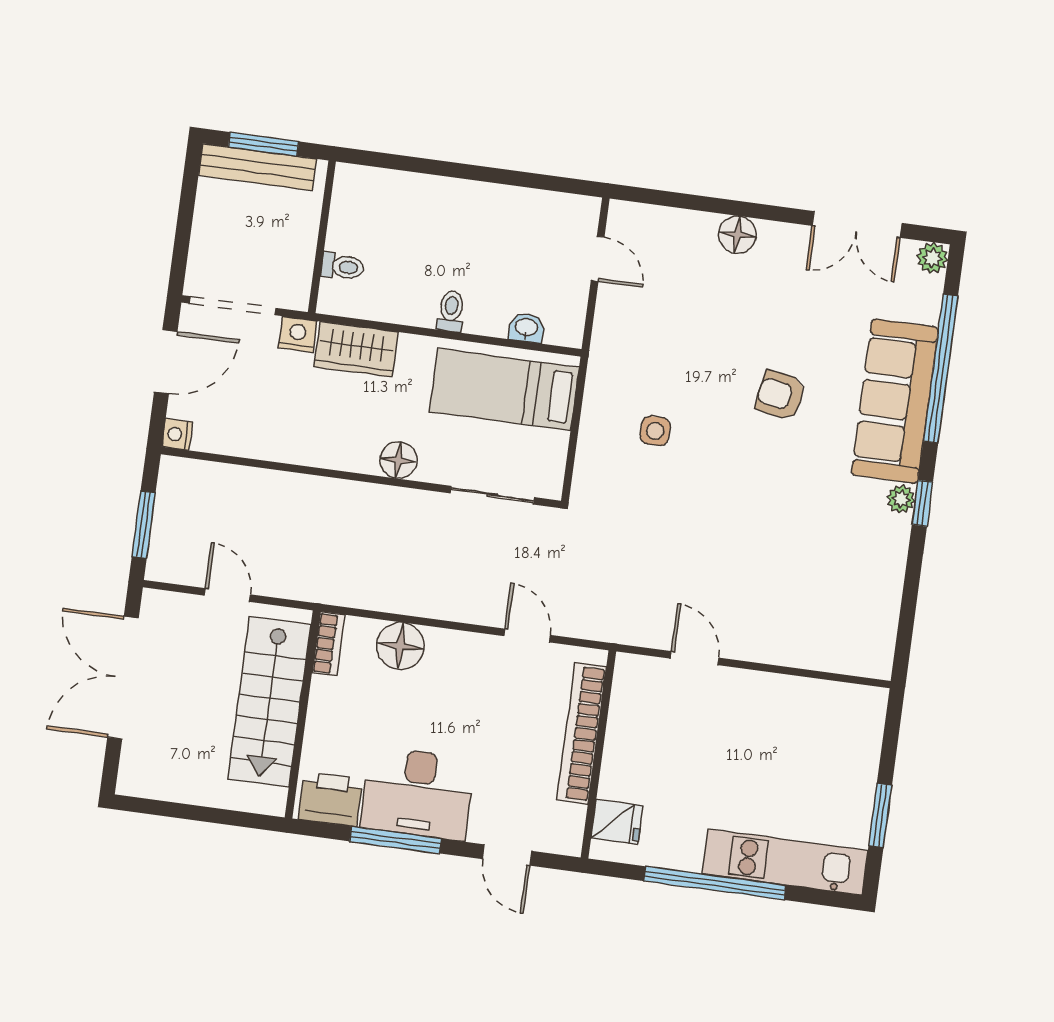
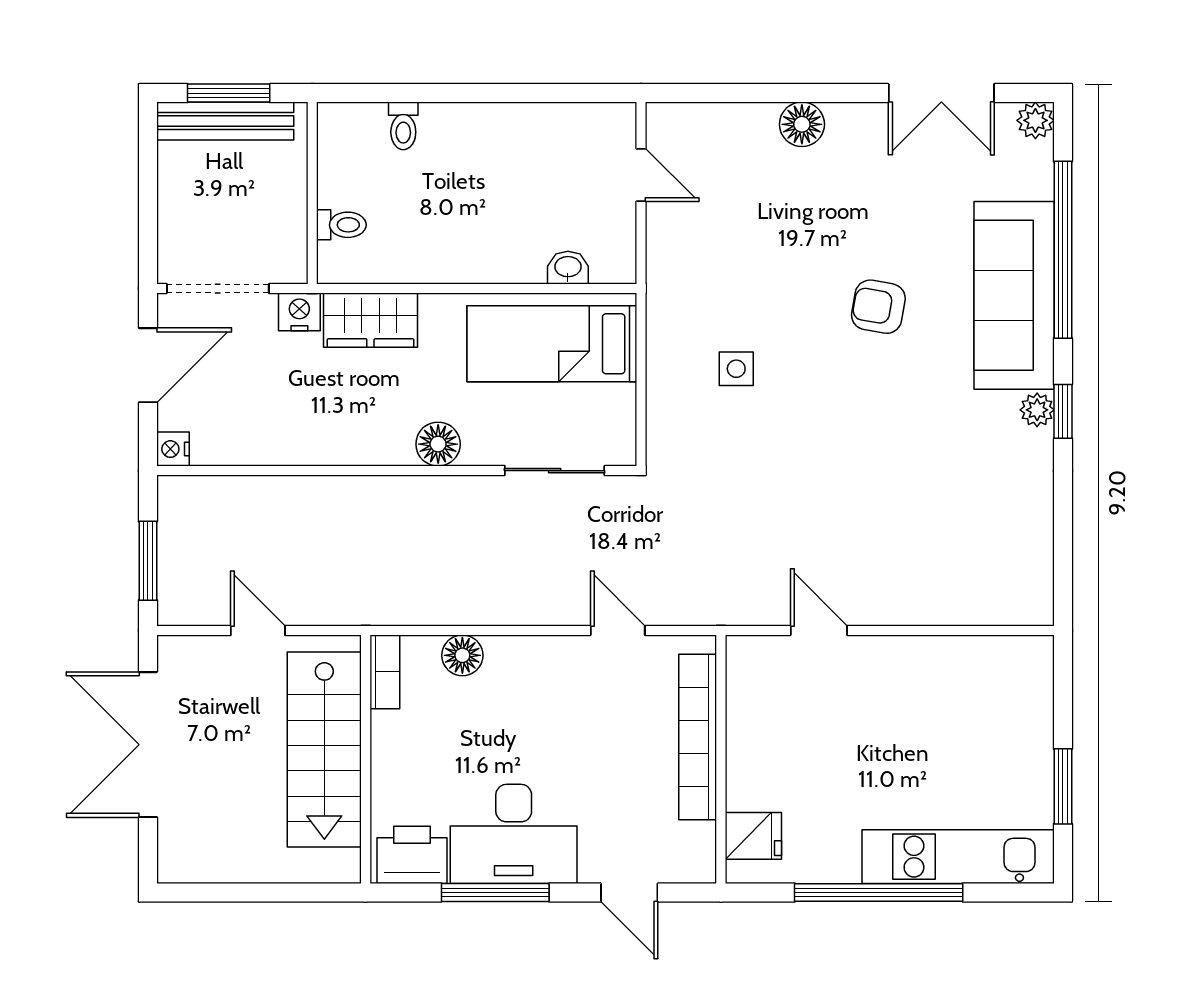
toilet: (451, 311) -> (403, 126), moved, turned 180
floor lamp: (400, 646) -> (462, 655), width x0.73, depth x0.73

